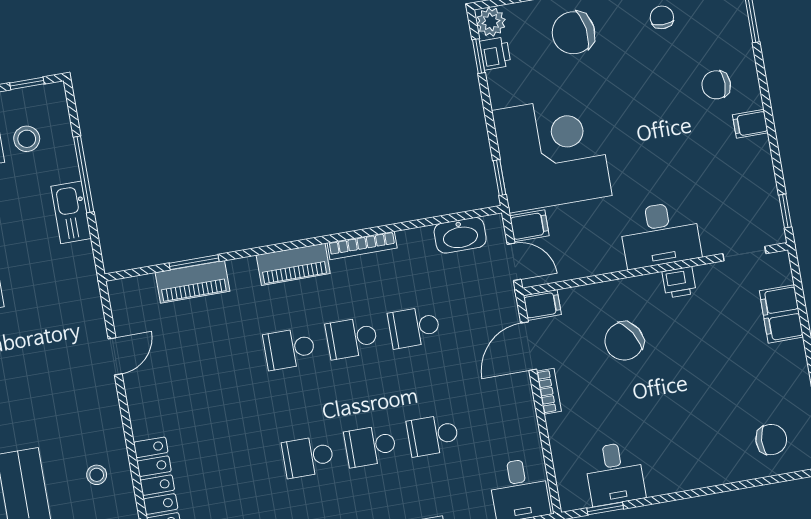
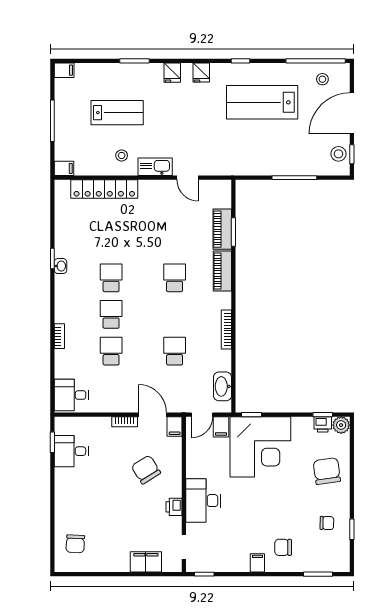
chair: (716, 85) -> (283, 547), turned -90
stool: (27, 139) -> (338, 154), moved
kitchen sink: (71, 212) -> (155, 167), moved
piano: (293, 264) -> (222, 271), moved
school desk: (352, 338) -> (175, 314), removed

